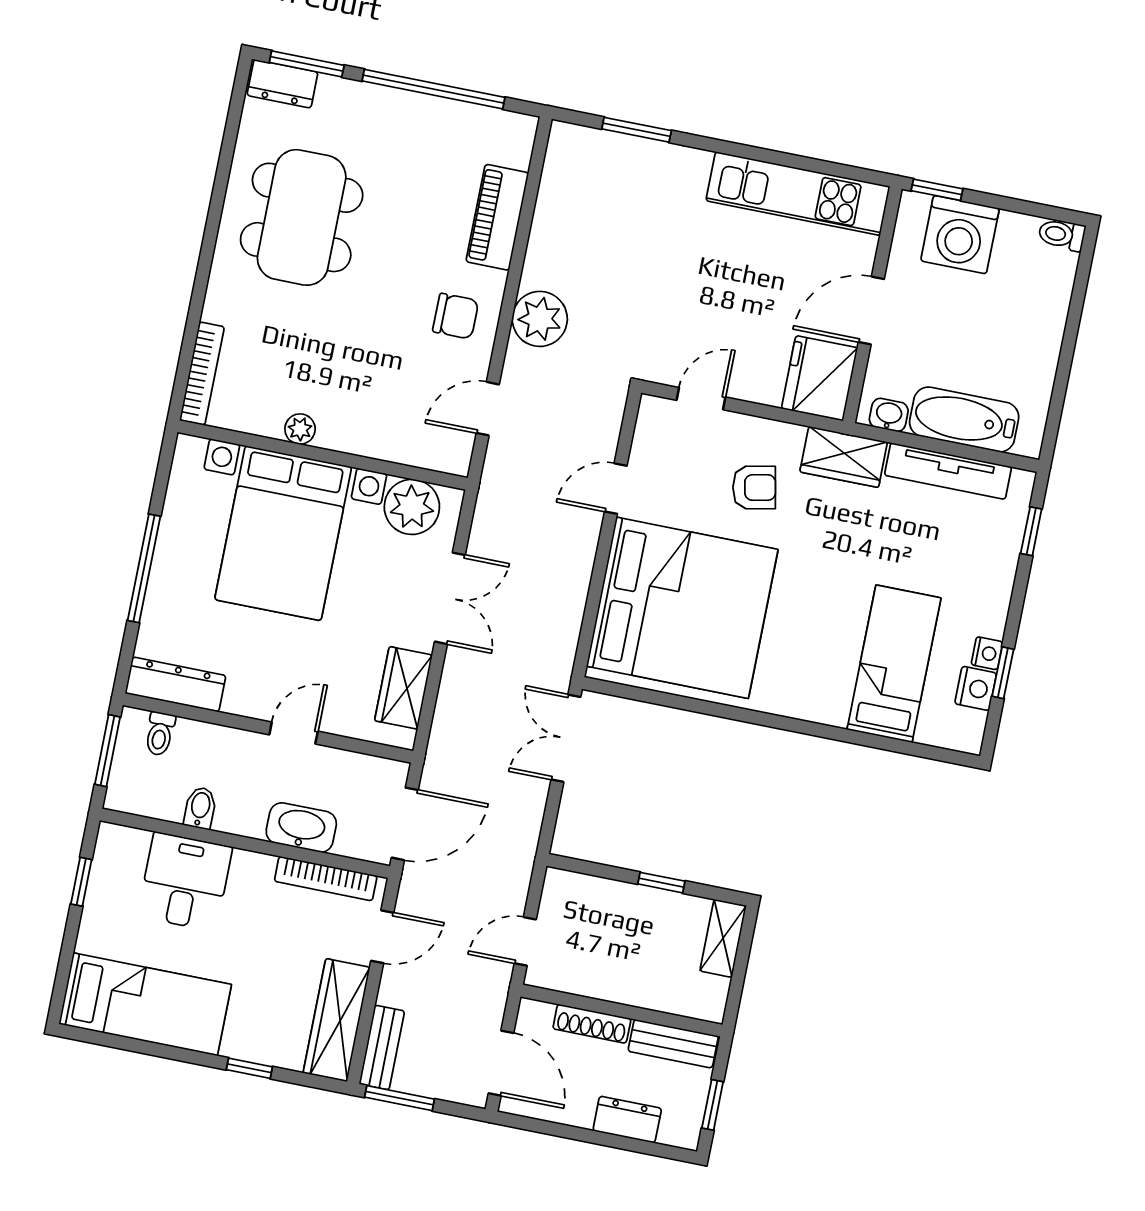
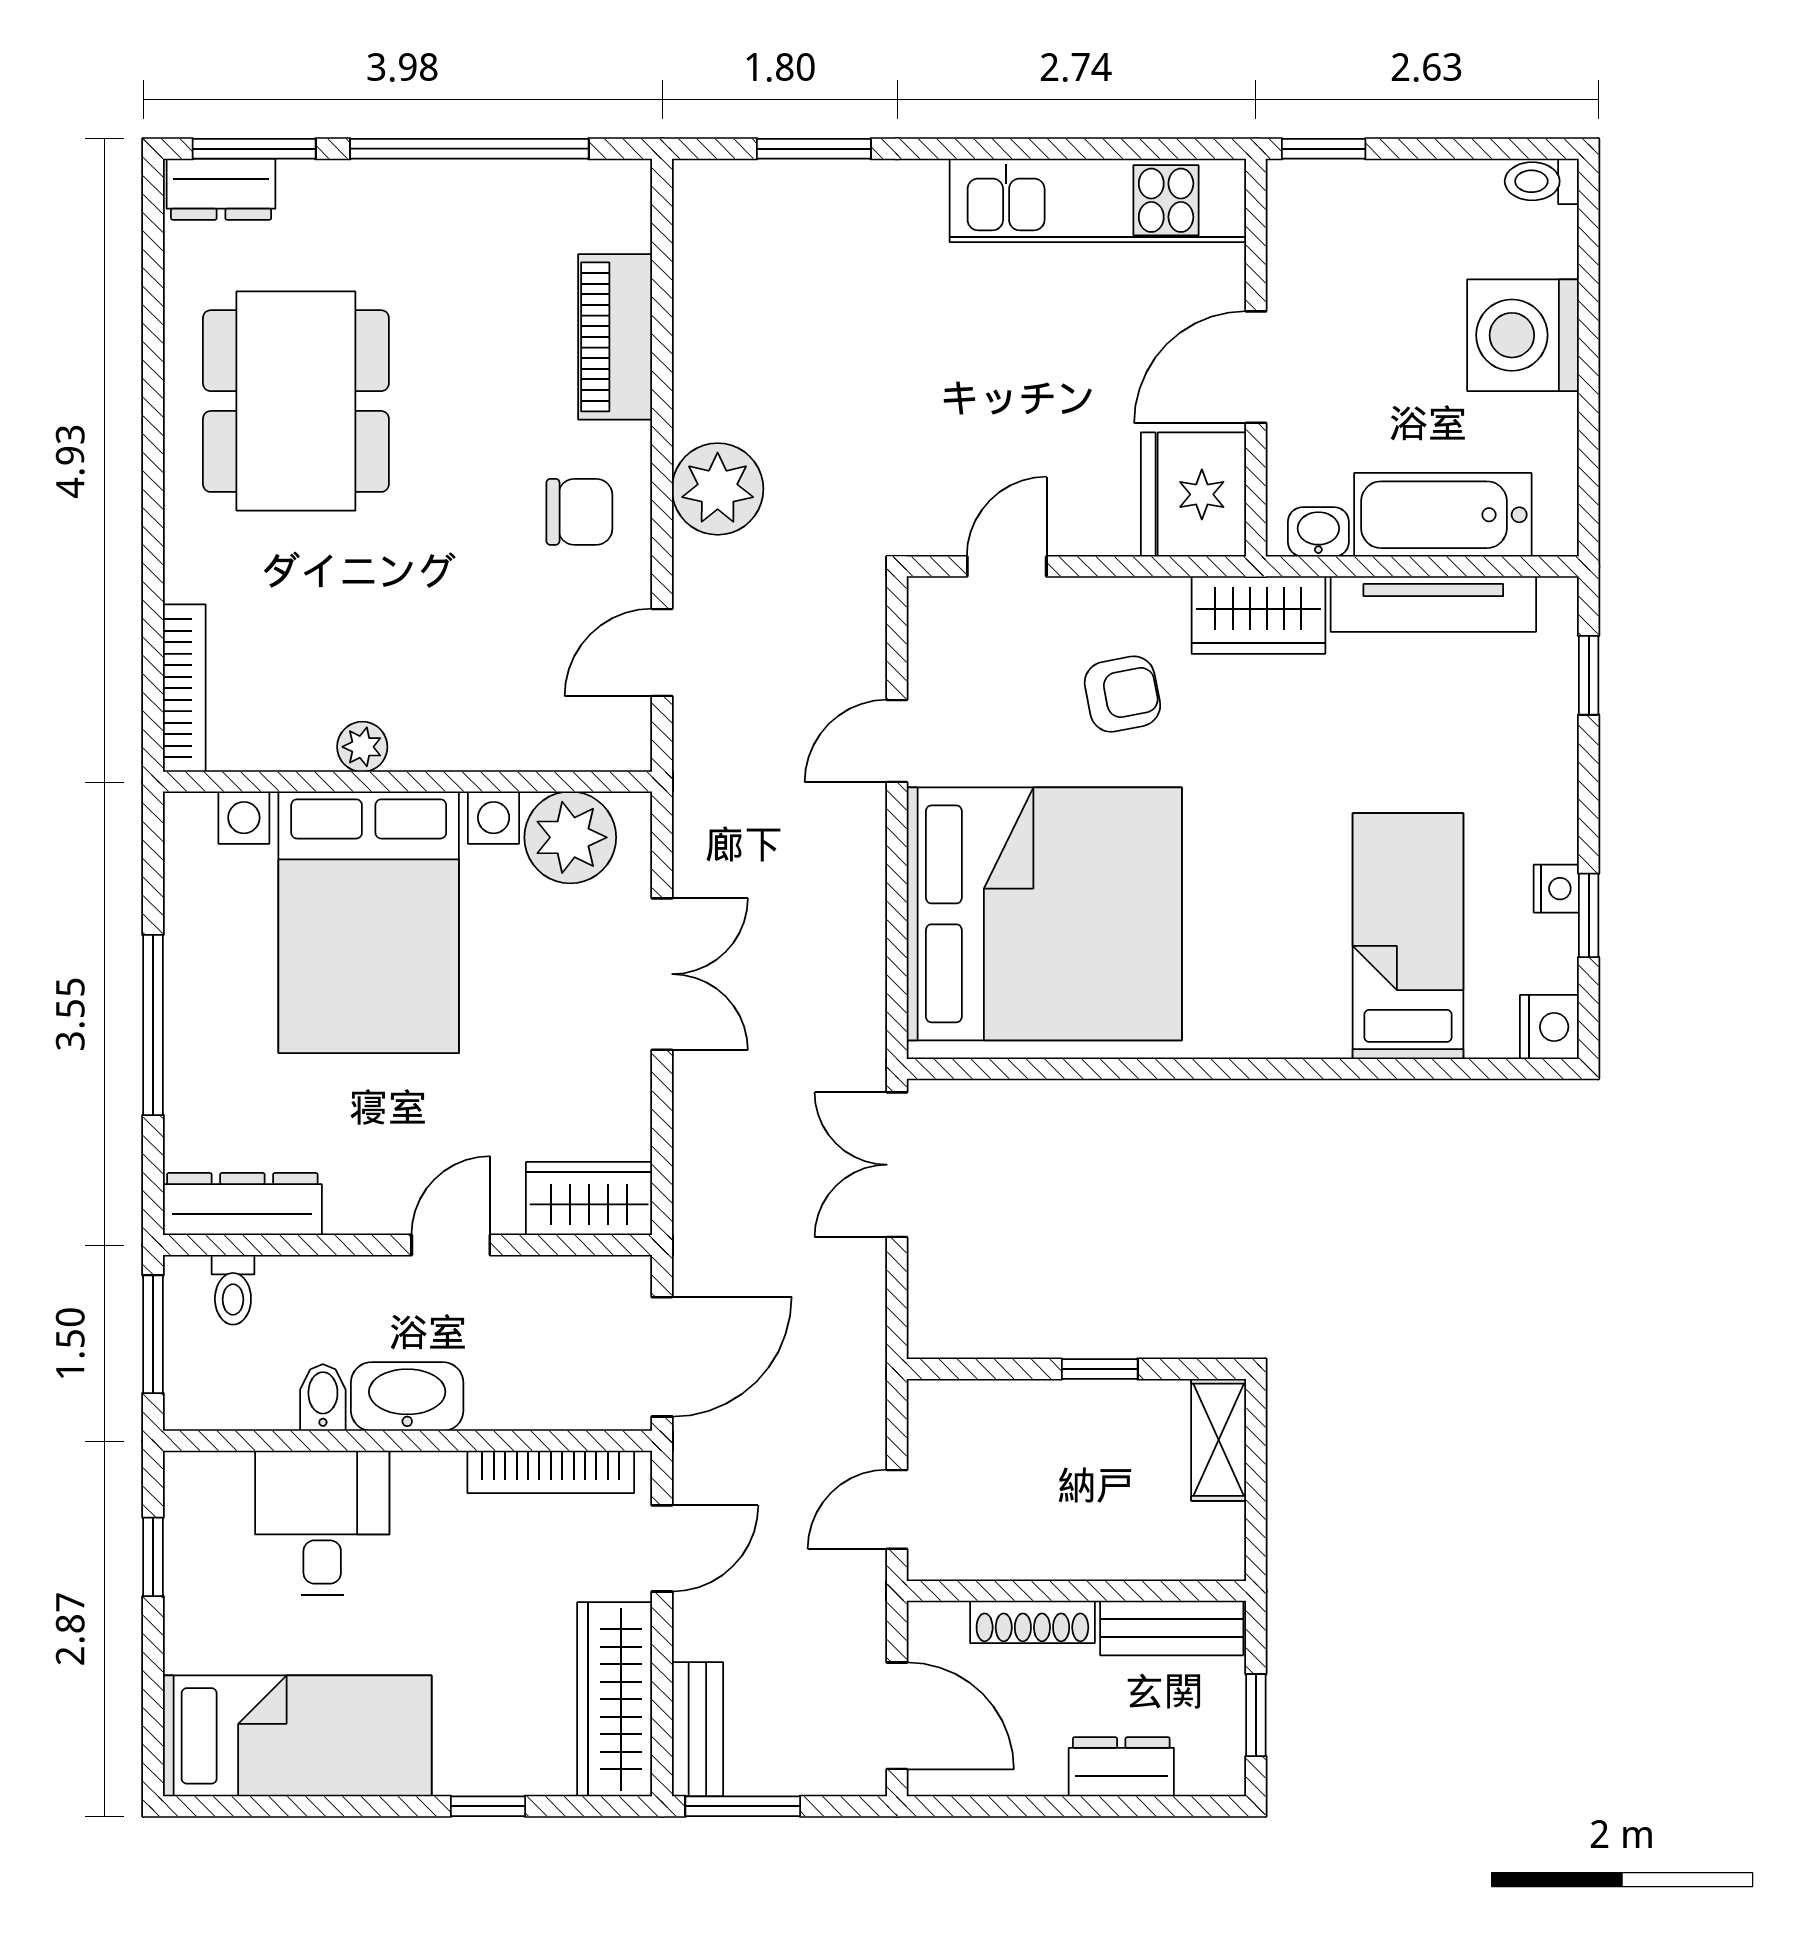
washing machine: (960, 235) -> (1523, 335), moved, turned 90
wardrobe: (404, 688) -> (589, 1199), moved, turned 90
nightstand: (976, 688) -> (1549, 1027), moved
washbasin: (301, 828) -> (407, 1397), moved

